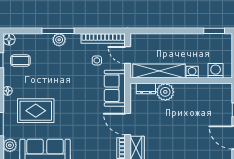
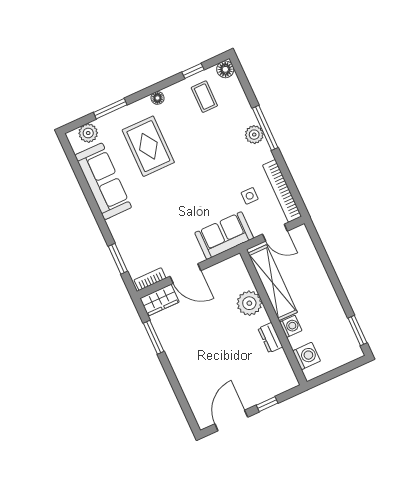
door: (128, 55) -> (275, 233), swing flipped
dresser: (146, 88) -> (270, 338), moved
door: (128, 124) -> (185, 273), swing flipped

